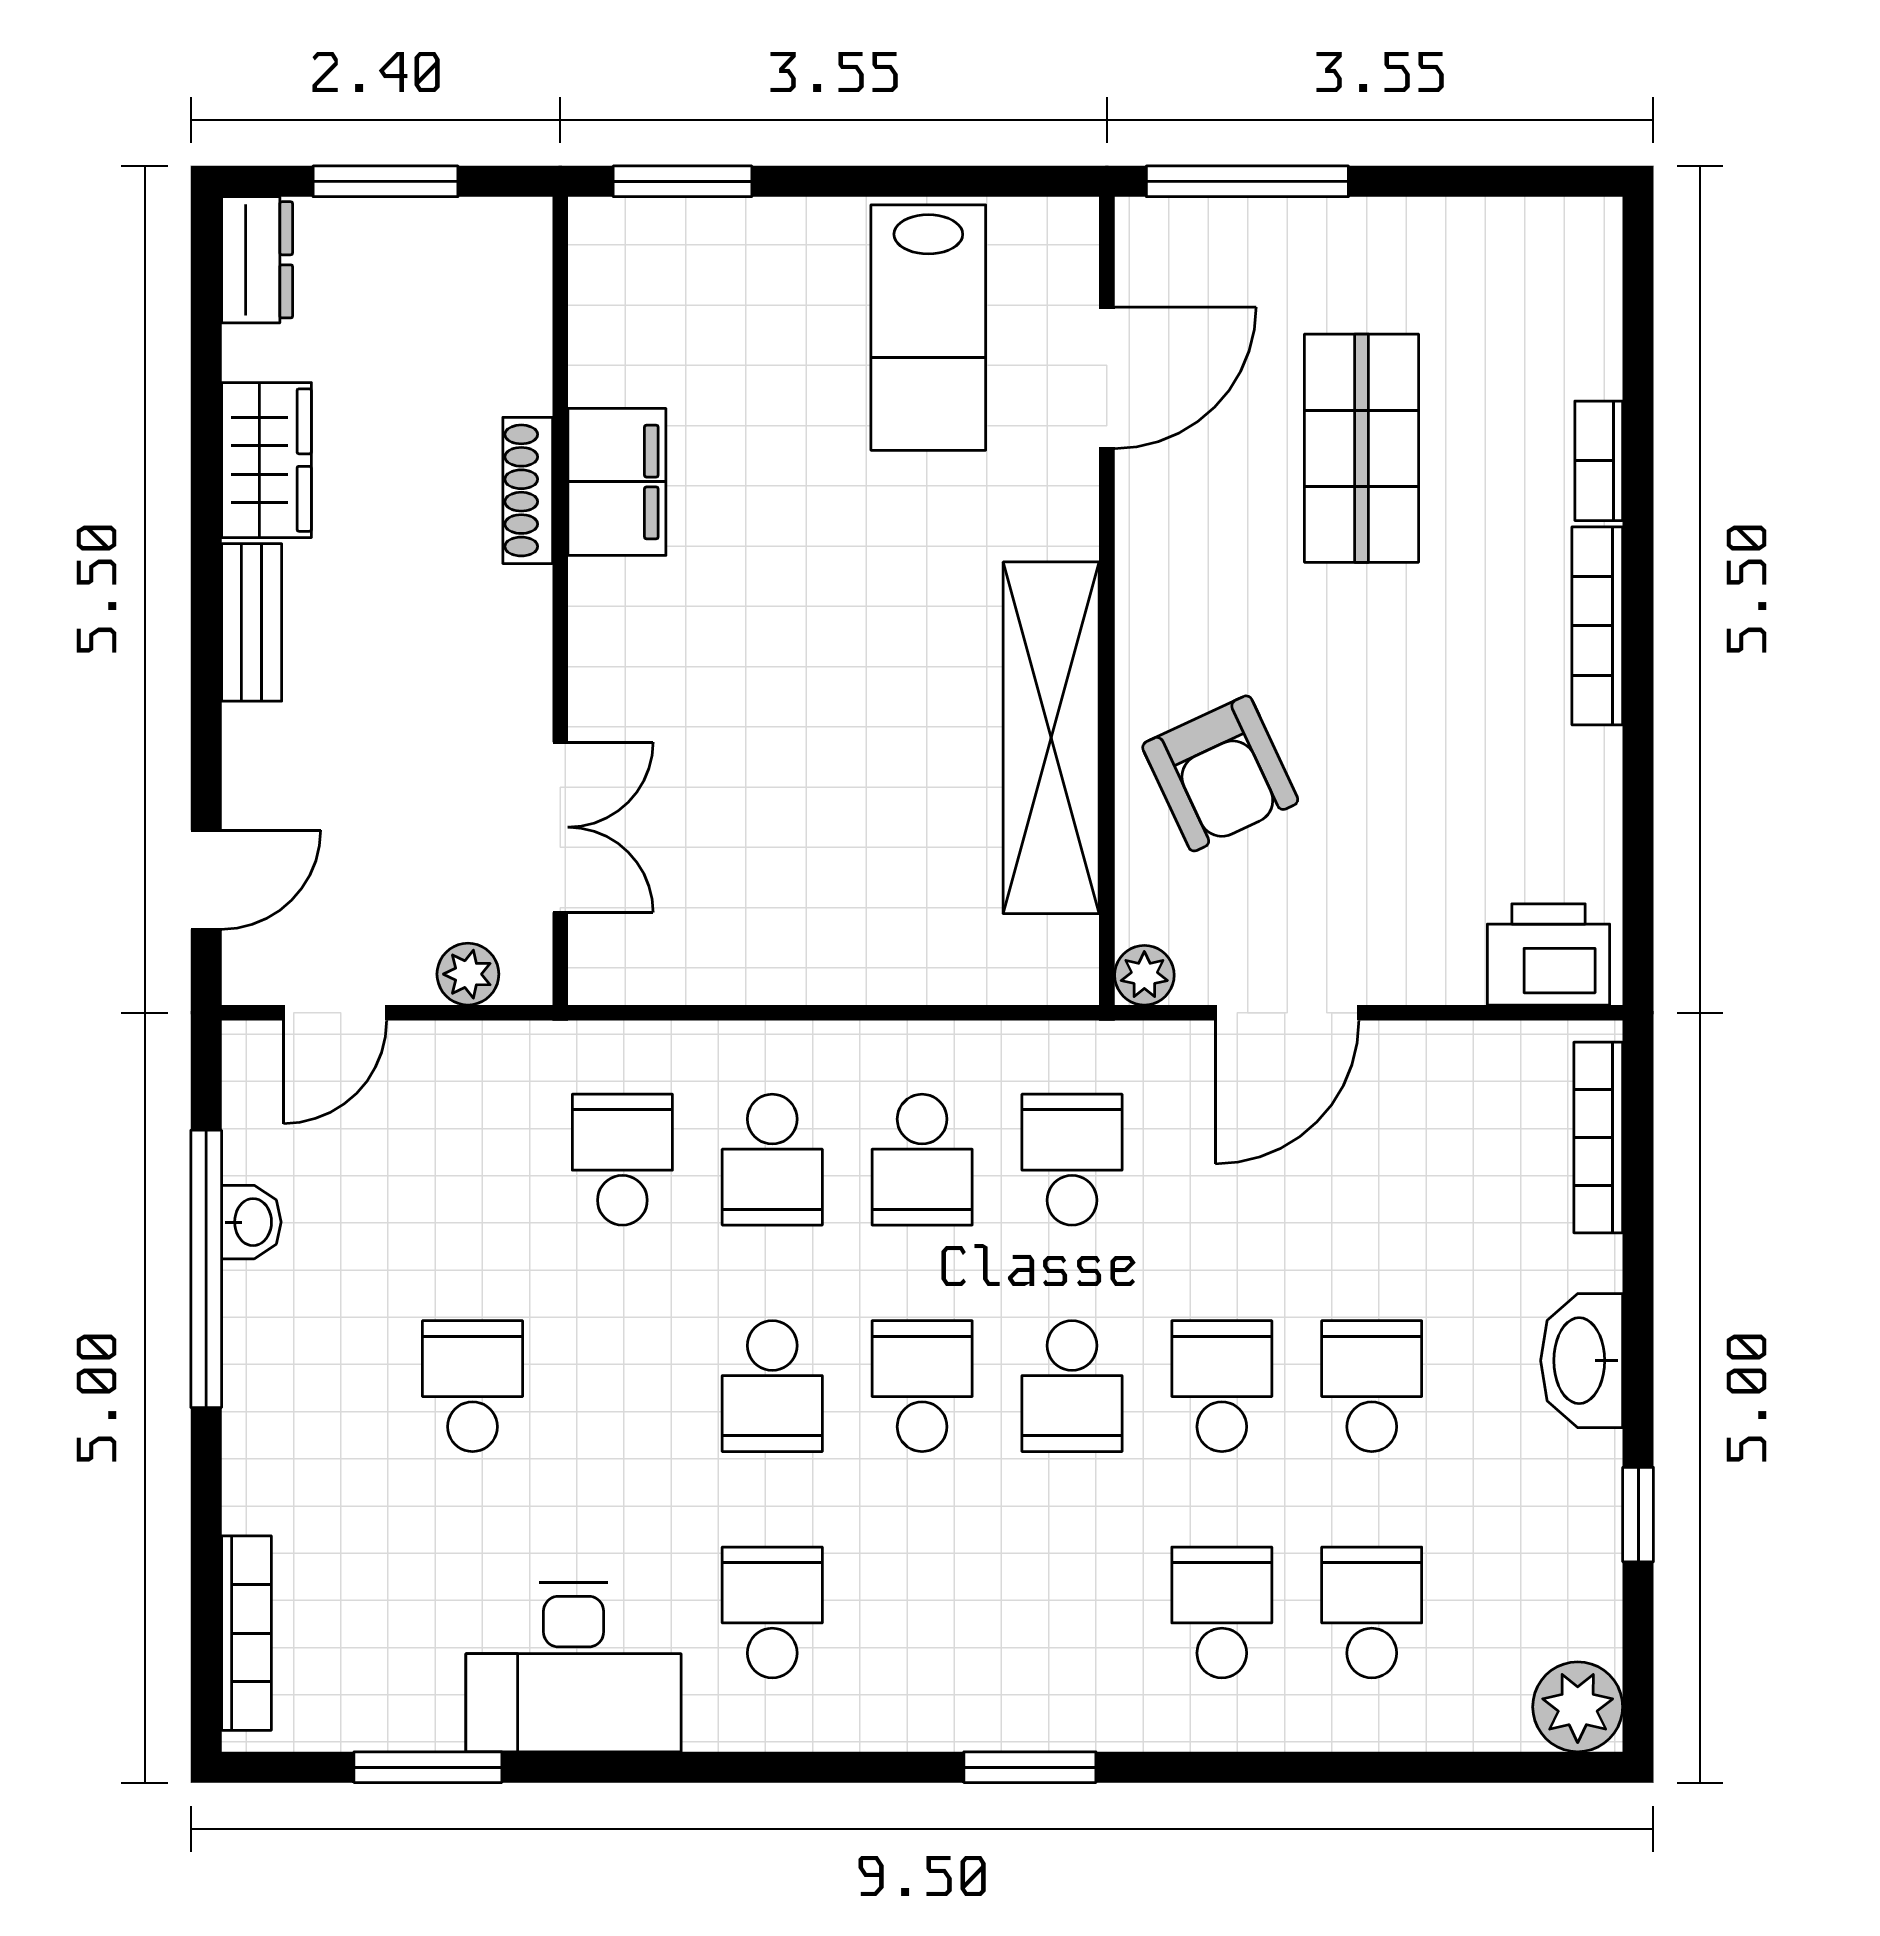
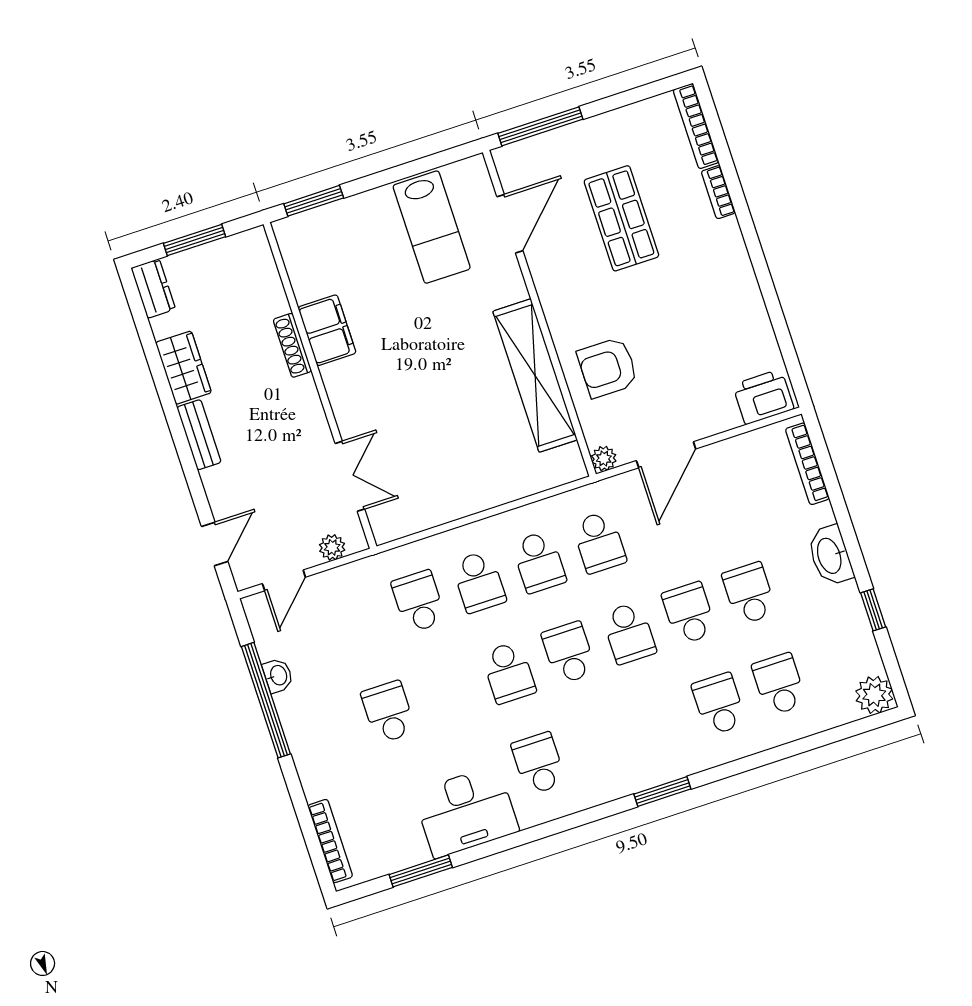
bookcase: (1597, 626) -> (696, 126), moved
armchair: (1220, 773) -> (608, 368), turned 115
school desk: (1072, 1160) -> (599, 542), turned 180

